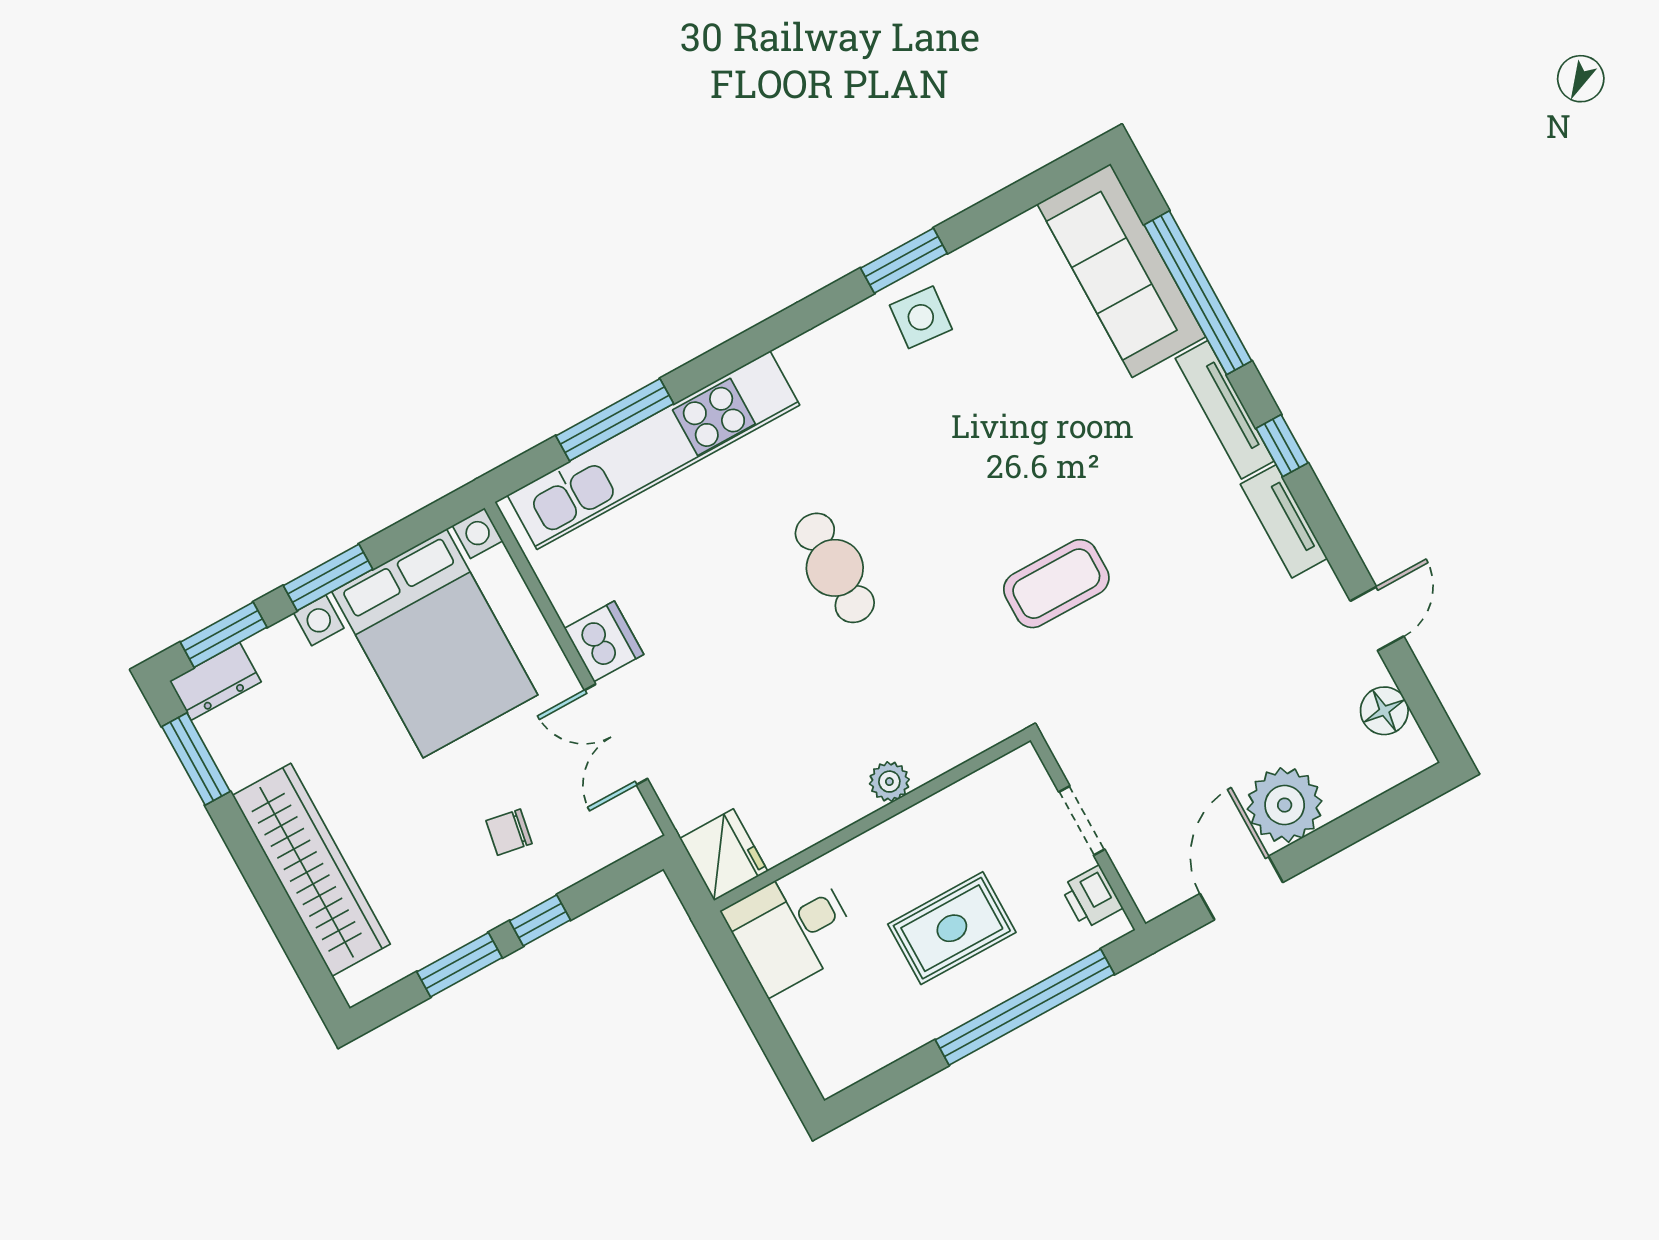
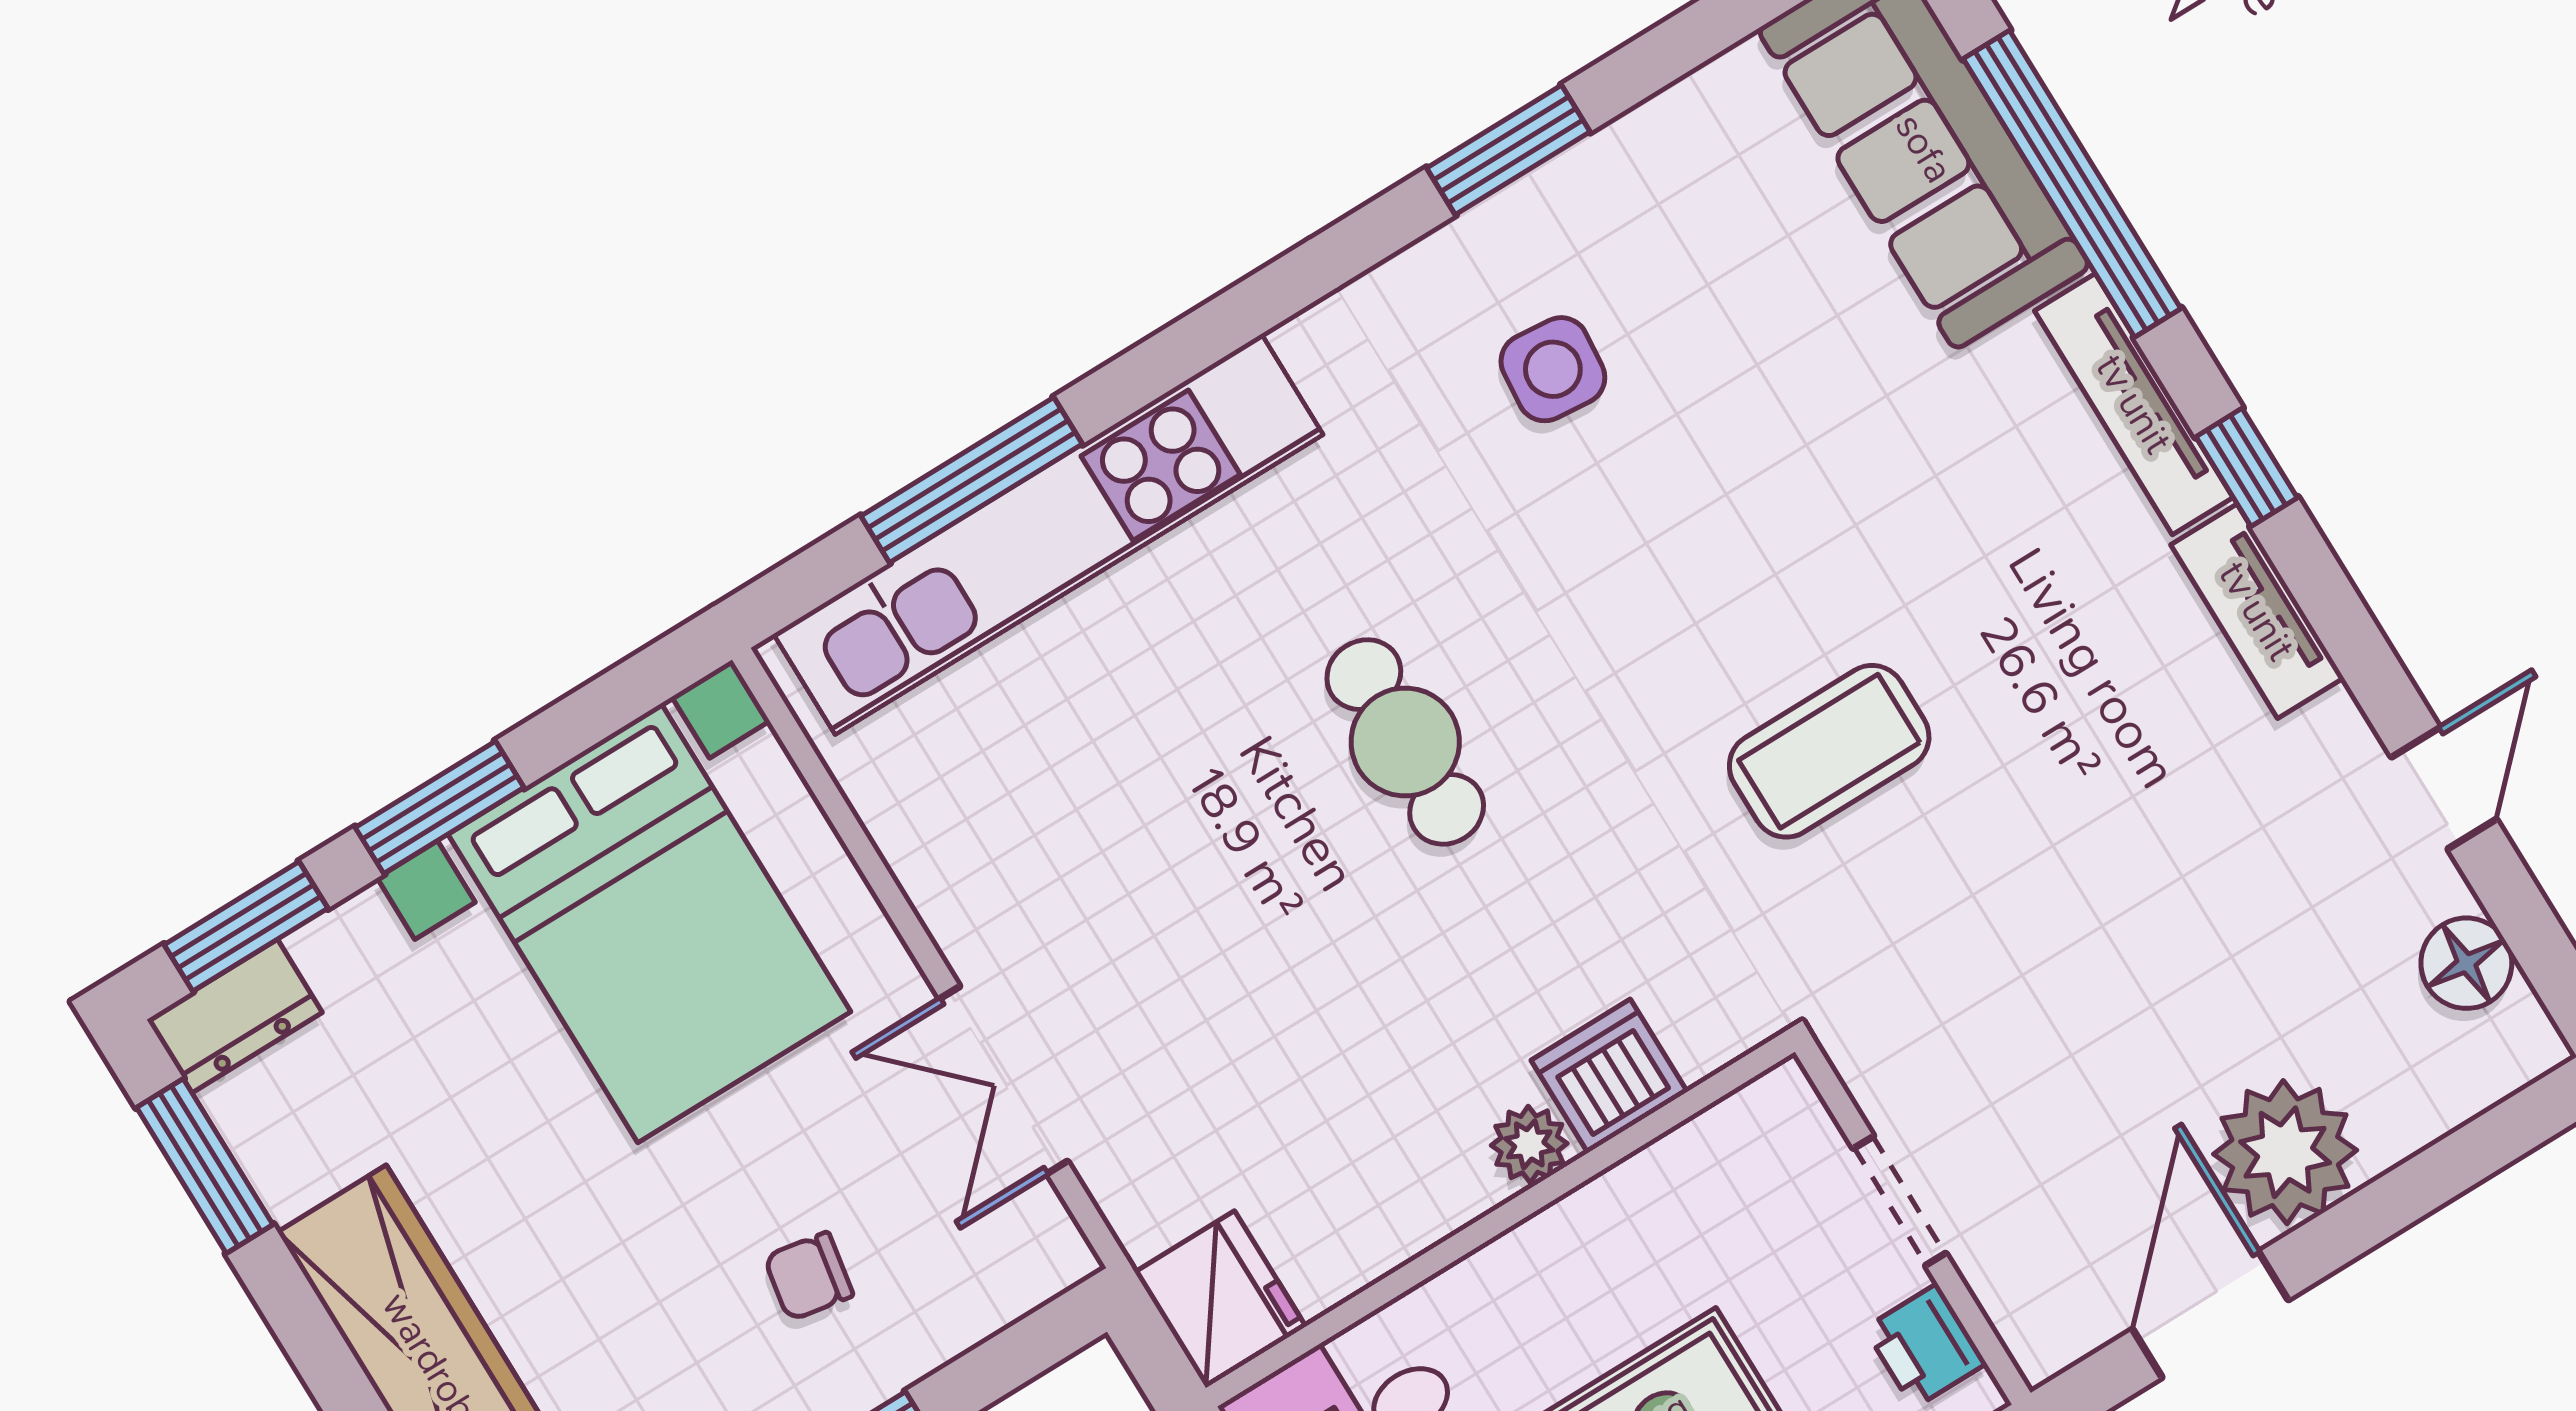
side table: (921, 317) -> (1553, 369), moved
dishwasher: (604, 641) -> (1609, 1076), moved, turned -90

